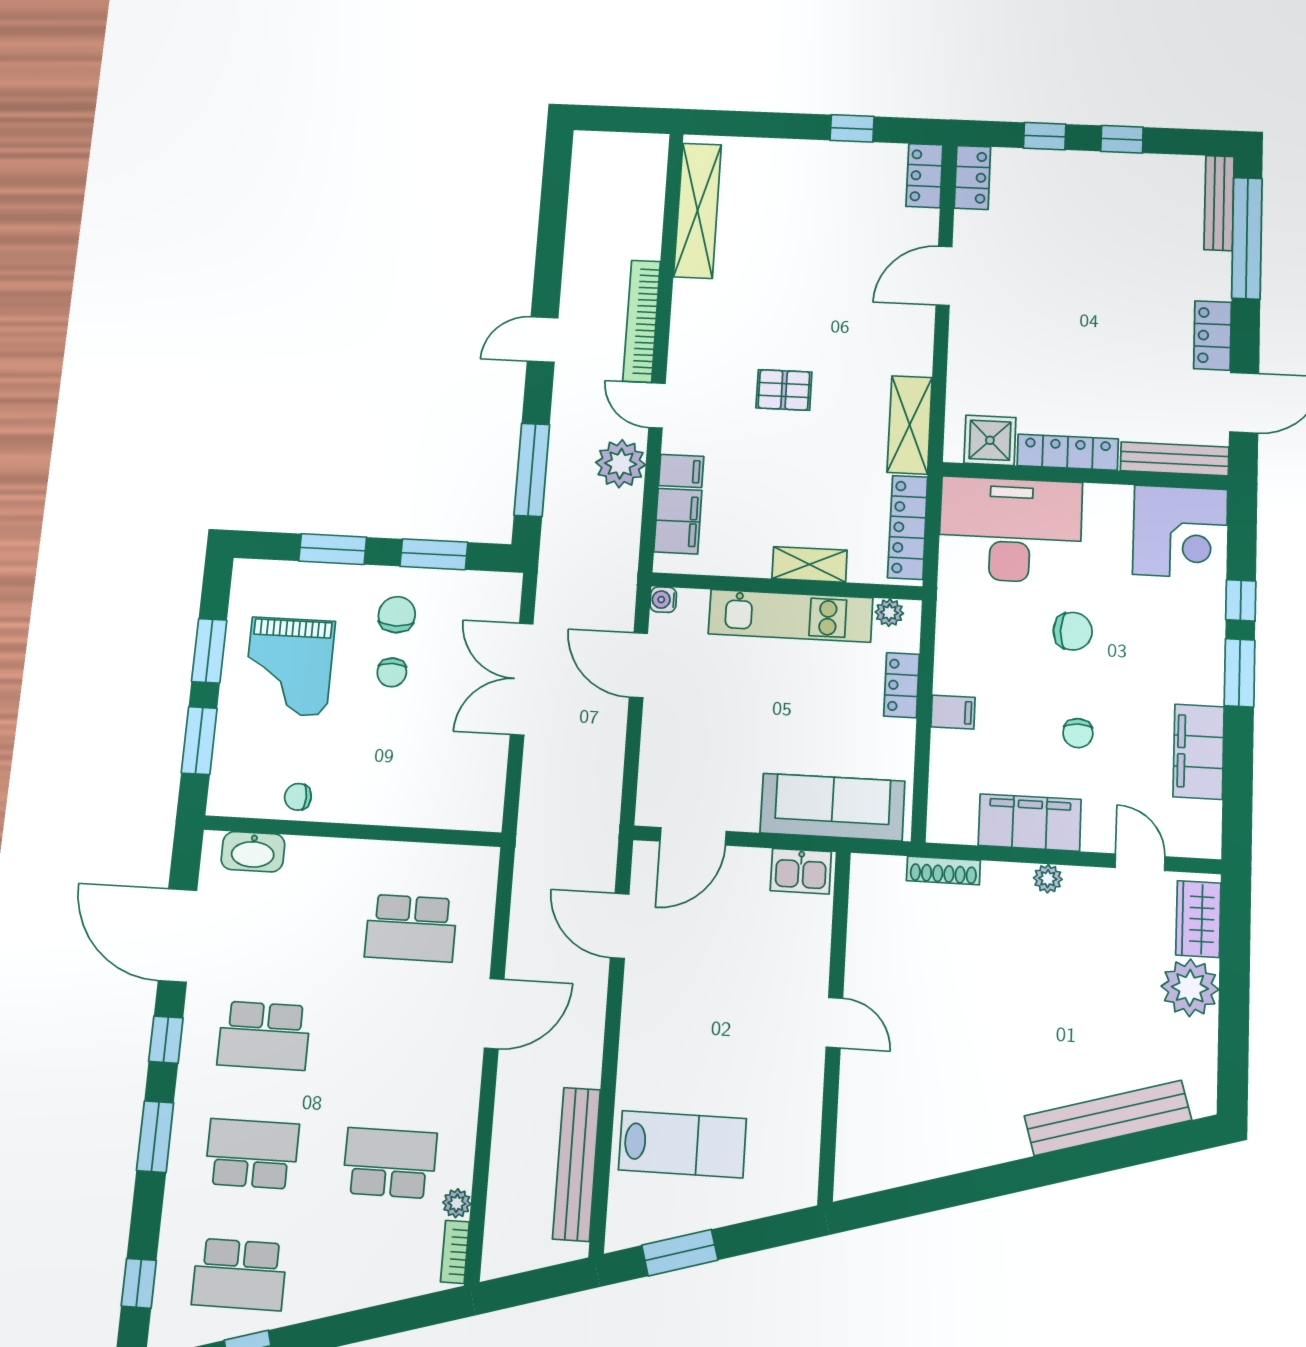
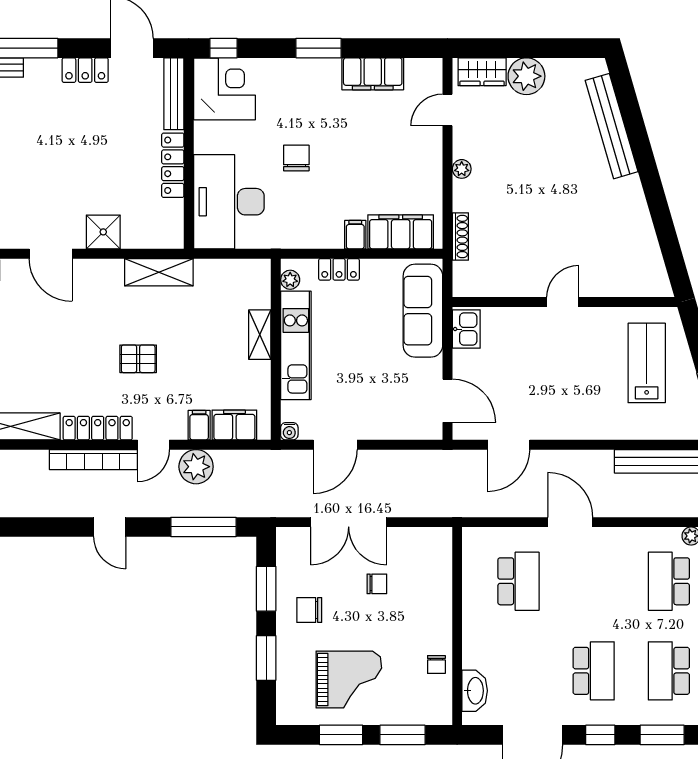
pallet: (784, 390) -> (138, 359), turned 90
shower: (990, 440) -> (103, 232), moved
locker: (908, 527) -> (98, 428), moved, turned 180
window: (1241, 600) -> (224, 48), moved
chair: (392, 672) -> (377, 584), moved
chair: (1078, 733) -> (365, 152), removed
filing cabinet: (1030, 822) -> (401, 232), moved, turned 90
lab bench: (682, 1144) -> (647, 363), moved

